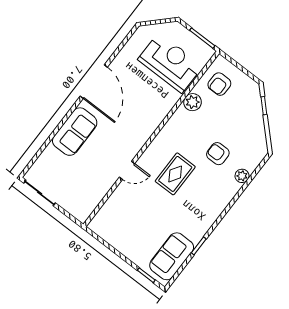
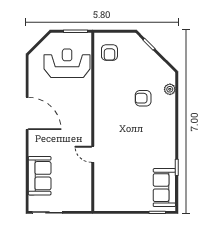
plant: (193, 102) -> (101, 78), removed
sofa: (75, 132) -> (40, 176), moved
door: (127, 170) -> (93, 154), swing flipped
rug: (175, 174) -> (126, 133), removed
plant: (242, 176) -> (170, 89), moved

